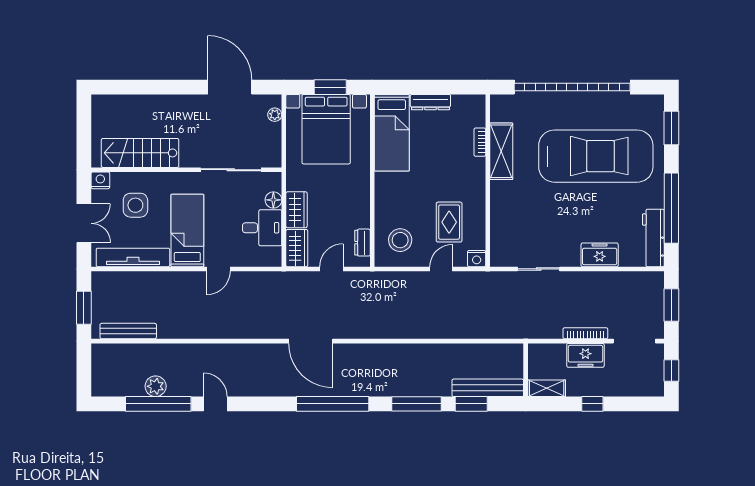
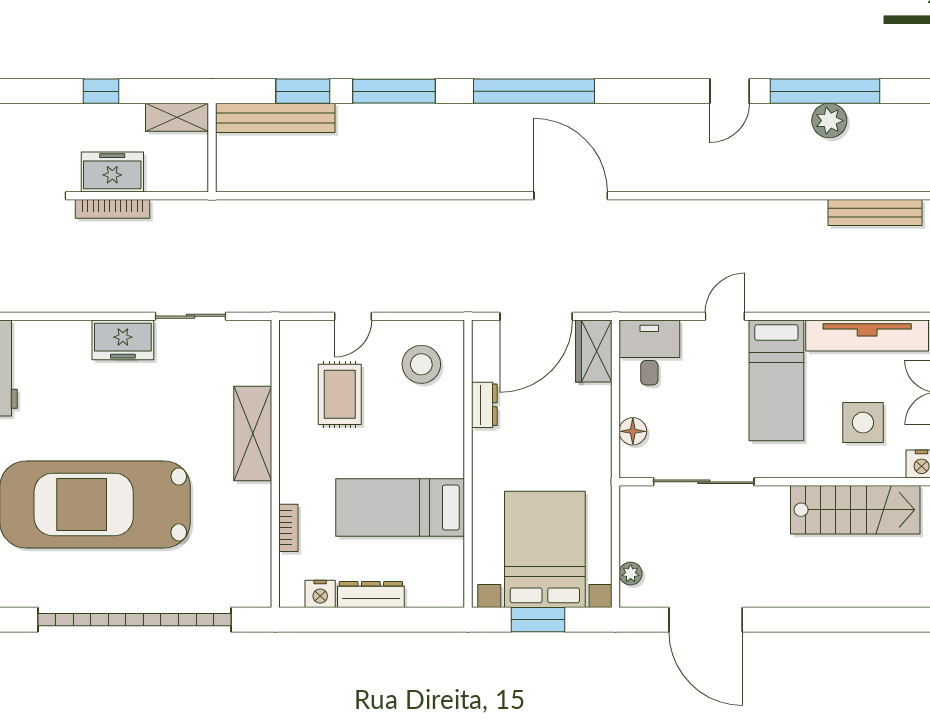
bed: (392, 133) -> (400, 507), moved, turned -90
shelving: (501, 151) -> (253, 433), moved
wardrobe: (297, 210) -> (594, 415), removed
desk: (262, 228) -> (649, 352), moved, turned 90
dresser: (362, 243) -> (484, 405), moved
freezer: (600, 255) -> (123, 340), moved
nightstand: (477, 259) -> (320, 594), moved, turned 180
door: (331, 269) -> (536, 316), width x1.87
door: (215, 404) -> (730, 91), hinge flipped

